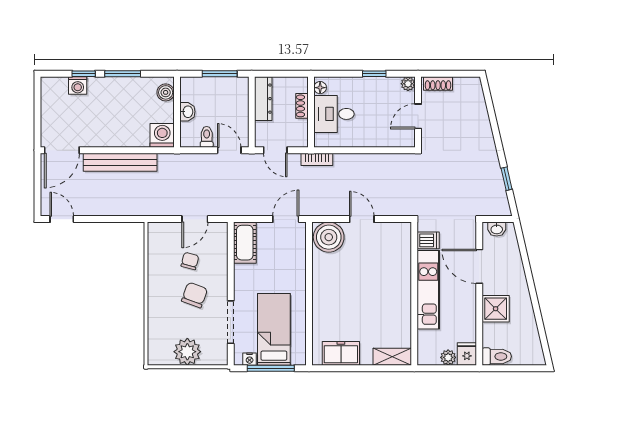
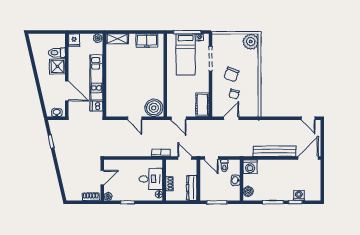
door: (286, 219) -> (179, 118), hinge flipped
plant: (187, 352) -> (251, 42), moved
toilet: (497, 356) -> (57, 53), moved
plant: (448, 357) -> (98, 38), moved

